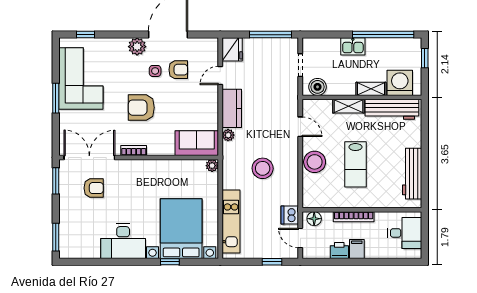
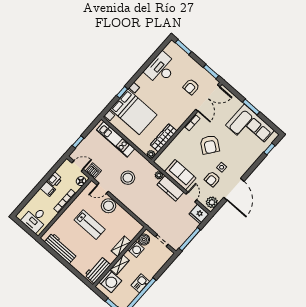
kitchen sink: (353, 46) -> (140, 283), moved
plant: (137, 47) -> (212, 202), moved
washing machine: (337, 86) -> (136, 249), added
armchair: (141, 108) -> (210, 145), turned 127
workbench: (392, 109) -> (98, 270), width x0.73
door: (300, 127) -> (103, 188), moved
sofa: (197, 143) -> (180, 175), moved, turned -90
lab bench: (355, 164) -> (90, 225), turned 180
wardrobe: (180, 168) -> (164, 138), added
desk: (123, 241) -> (161, 69), moved

